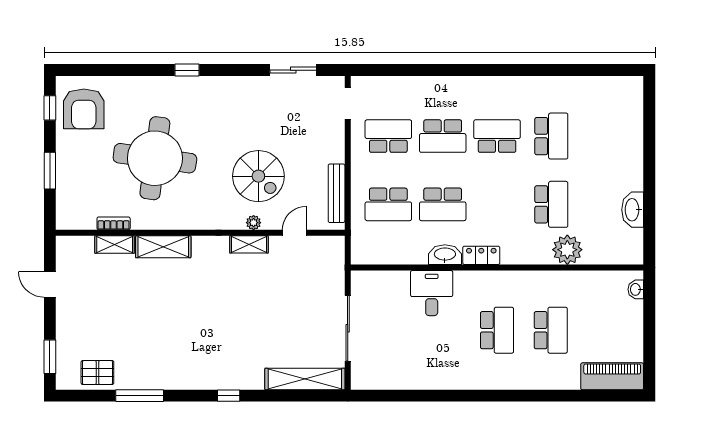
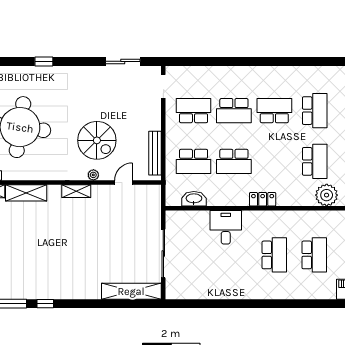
shelving: (249, 244) -> (76, 191), moved
washbasin: (445, 255) -> (194, 199), moved
window: (229, 396) -> (45, 304), moved

